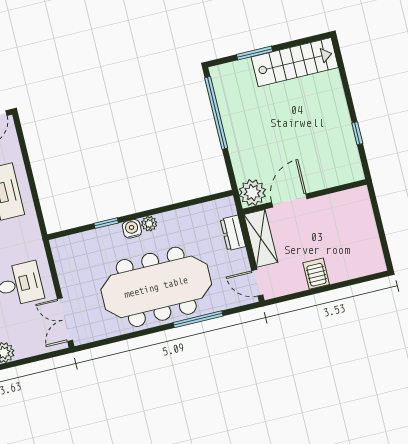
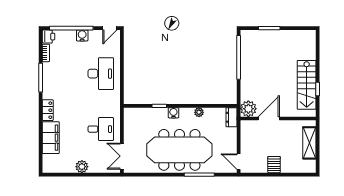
stairs: (295, 62) -> (307, 85), moved, turned 90
plant: (149, 224) -> (199, 112), moved
dresser: (233, 233) -> (231, 117), moved
shelving: (261, 238) -> (309, 143), moved

